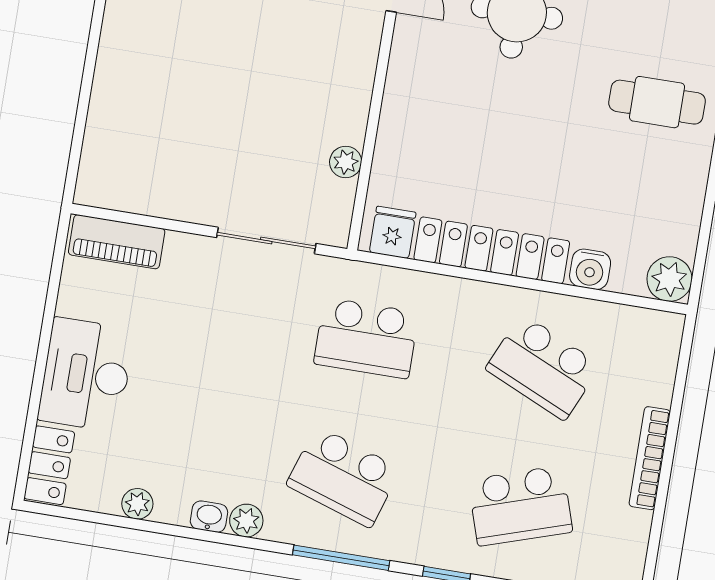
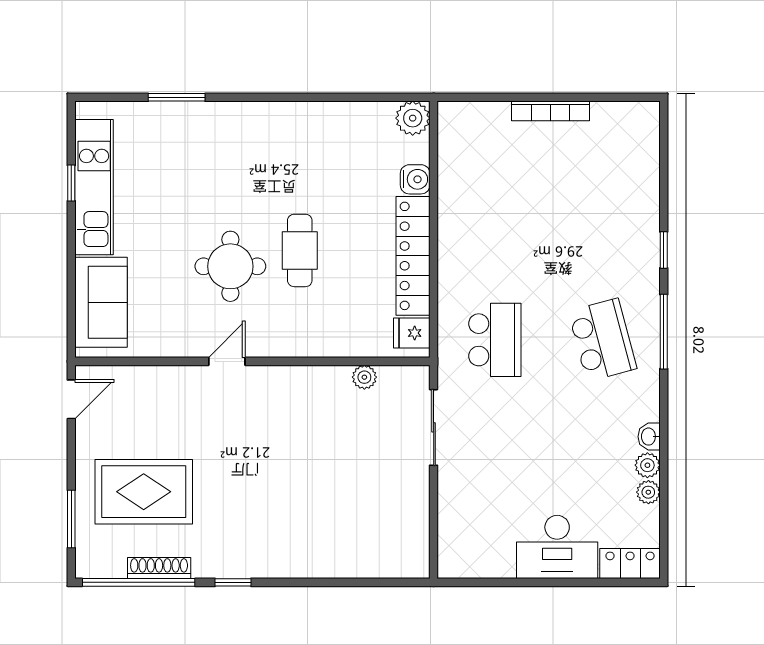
cafe table: (657, 102) -> (300, 250), moved
piano: (117, 242) -> (453, 540), removed
school desk: (543, 367) -> (495, 203), removed
school desk: (343, 477) -> (602, 340), turned -33
school desk: (520, 506) -> (602, 203), removed
plant: (246, 521) -> (647, 465), moved

